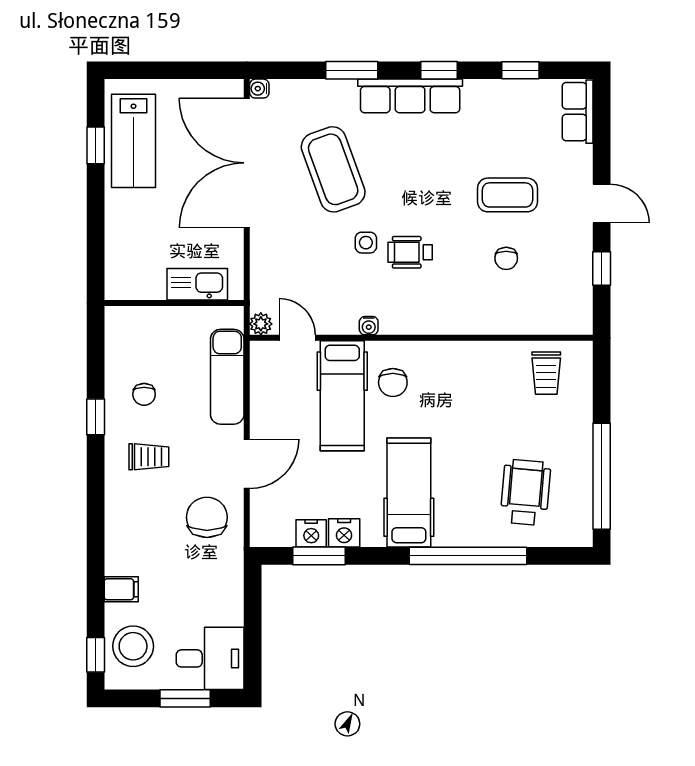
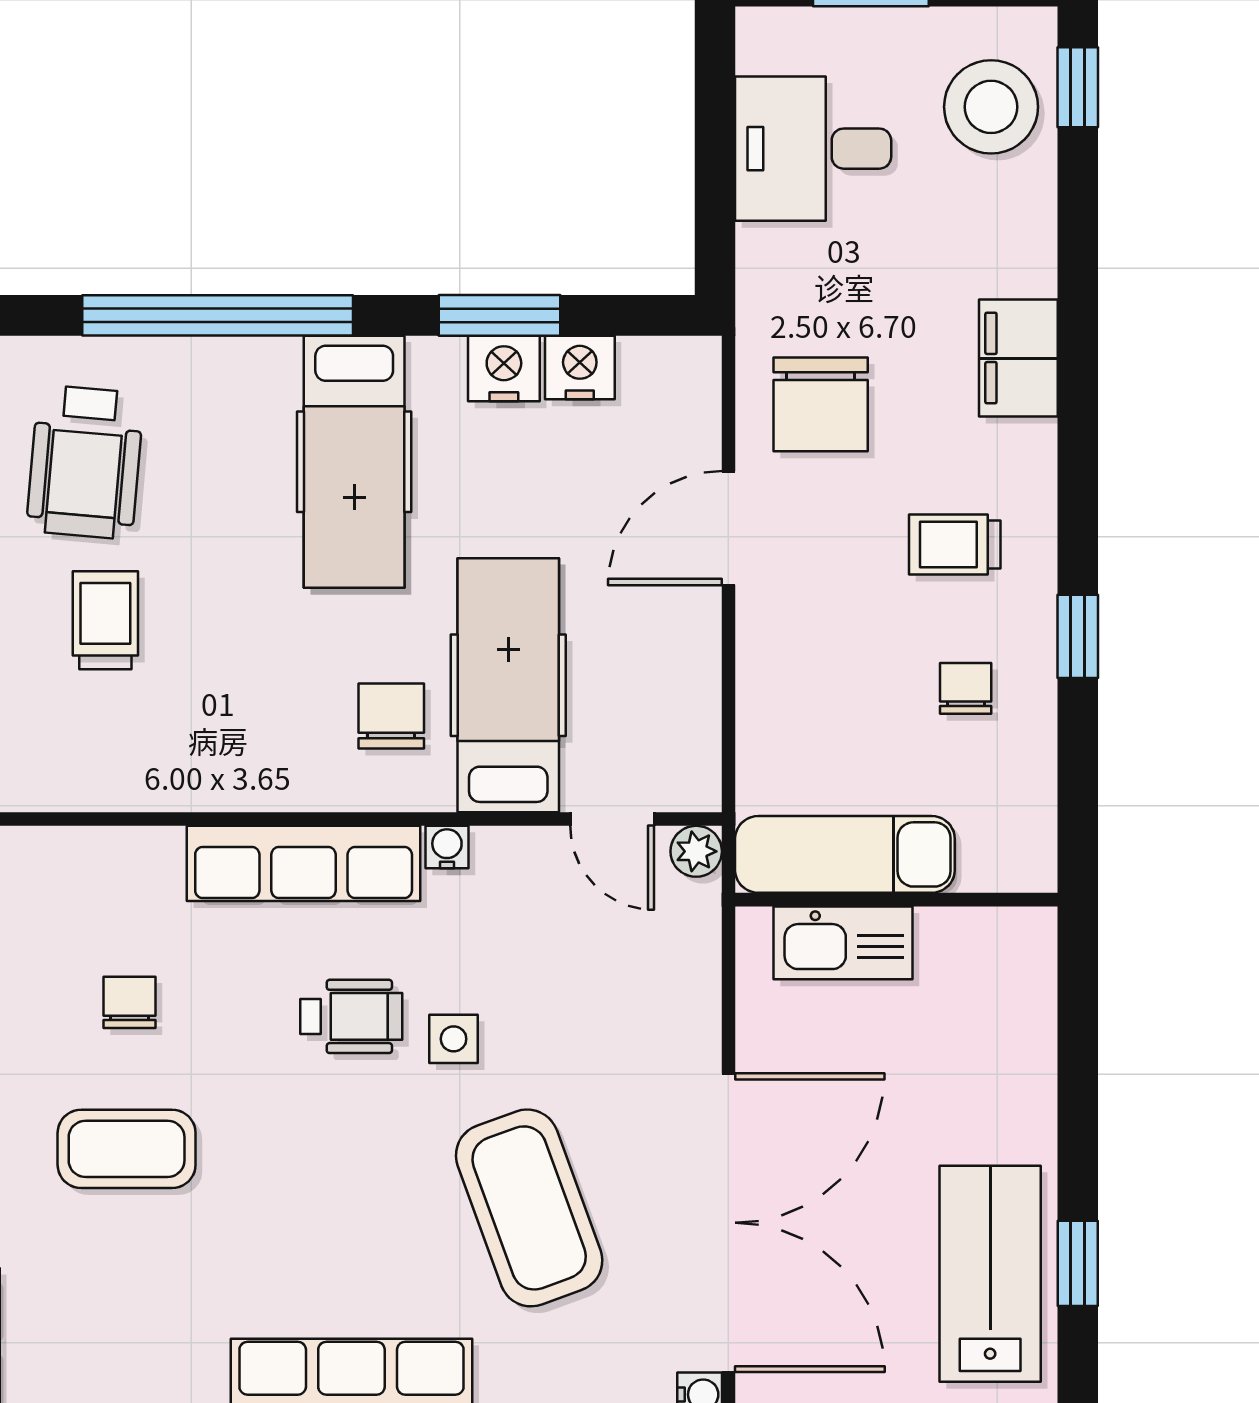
row of seats: (431, 319) -> (304, 863), added
trolley: (546, 373) -> (105, 620), moved
exam couch: (227, 377) -> (845, 854), moved, turned -90
window: (319, 556) -> (500, 315), moved
filing cabinet: (121, 589) -> (1018, 358), moved, width x2.00
desk: (210, 658) -> (813, 149), moved

